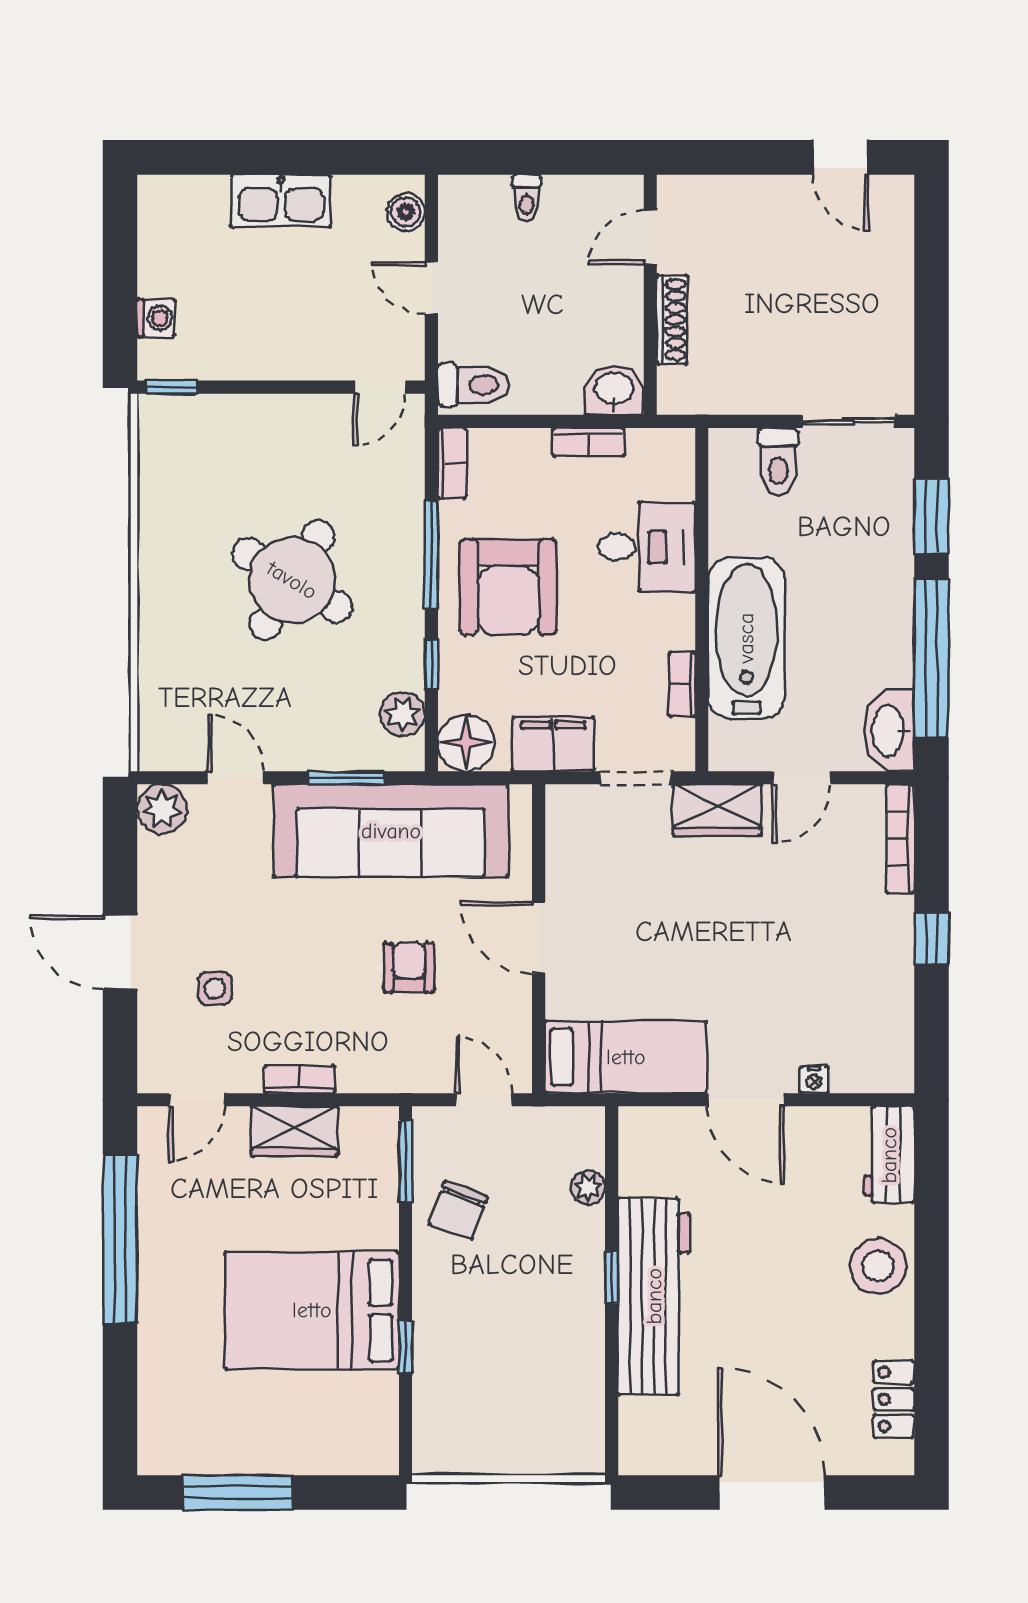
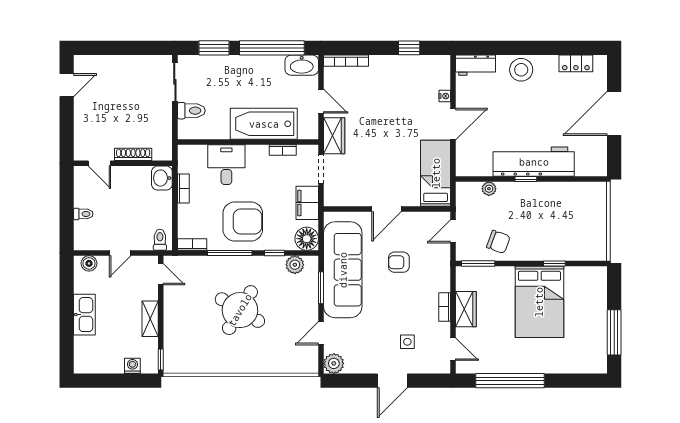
shelving: (271, 361) -> (150, 319), added
toilet: (474, 385) -> (160, 240), width x0.73, depth x0.72
window: (931, 939) -> (409, 48), moved

